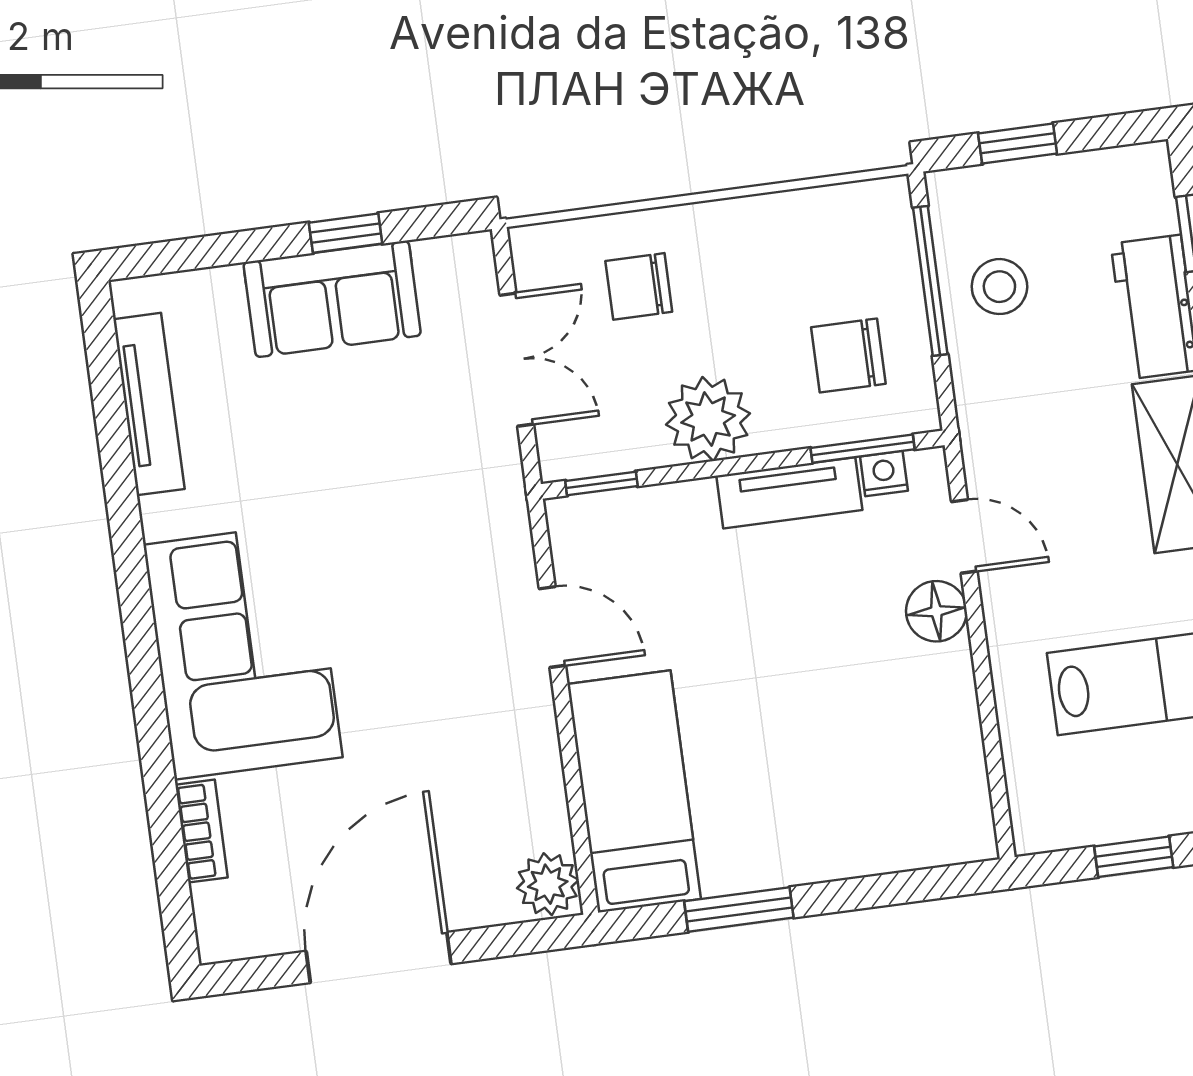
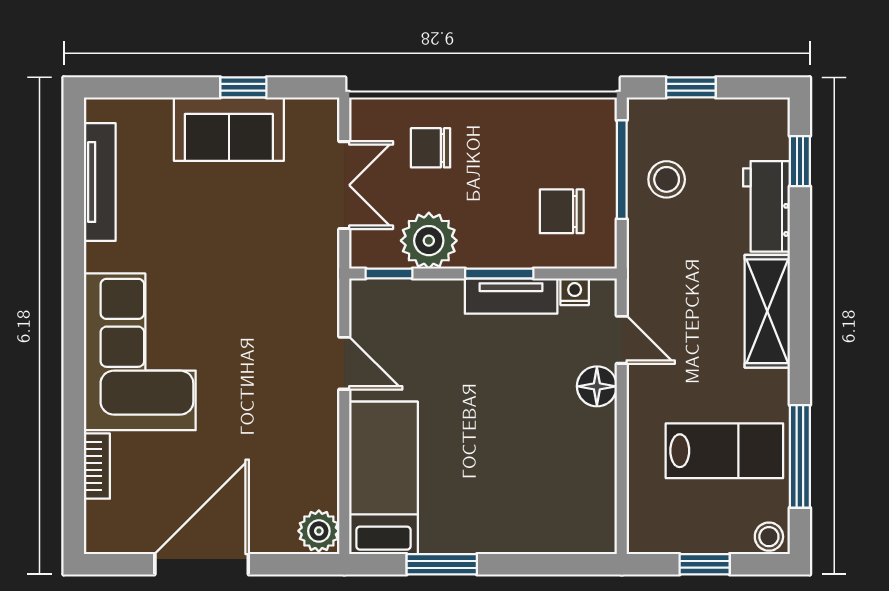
plant: (708, 419) -> (429, 241), moved
window: (863, 449) -> (499, 274), moved

